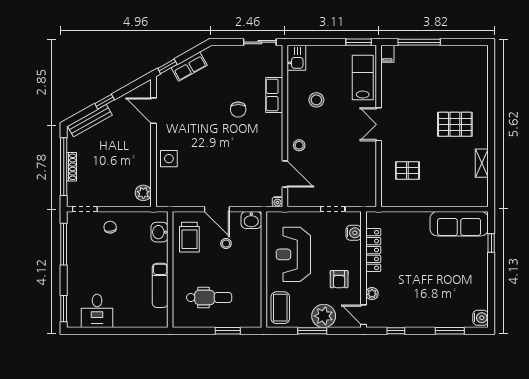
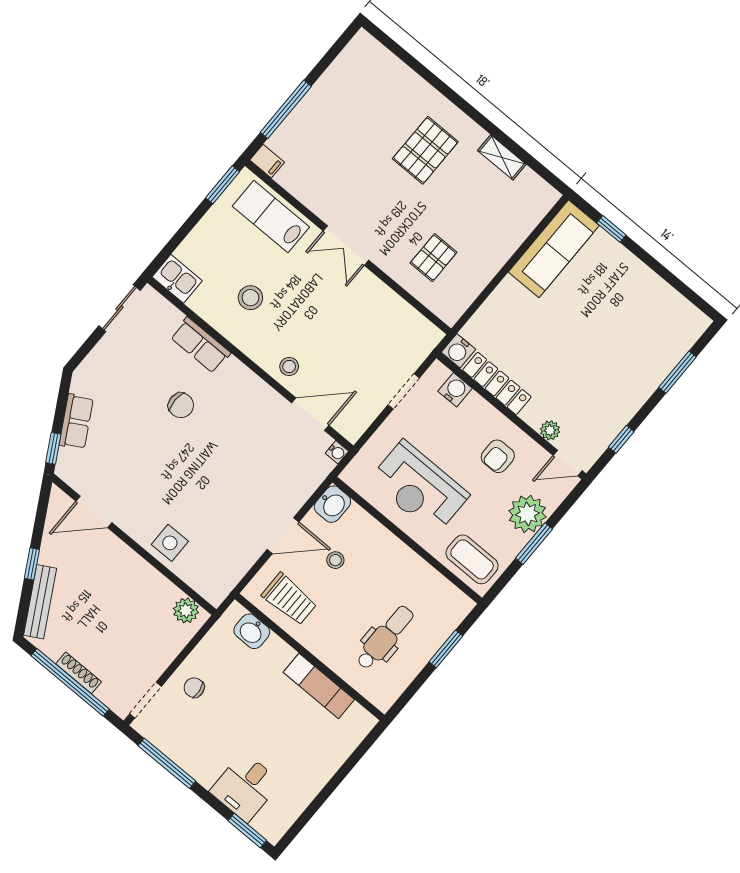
armchair: (339, 279) -> (498, 456), turned 90
desk: (97, 311) -> (245, 787), moved, turned 90
water cooler: (481, 318) -> (458, 351), moved, turned 180

